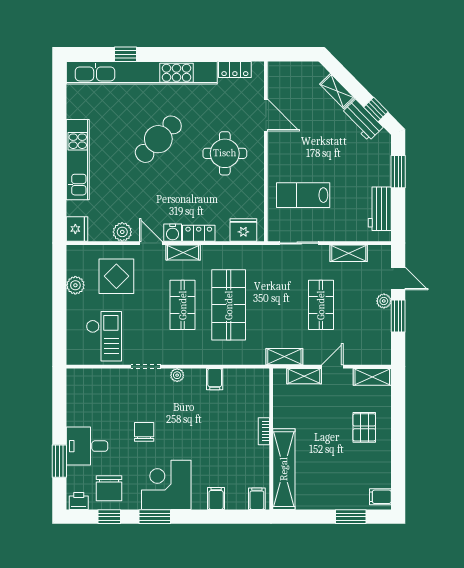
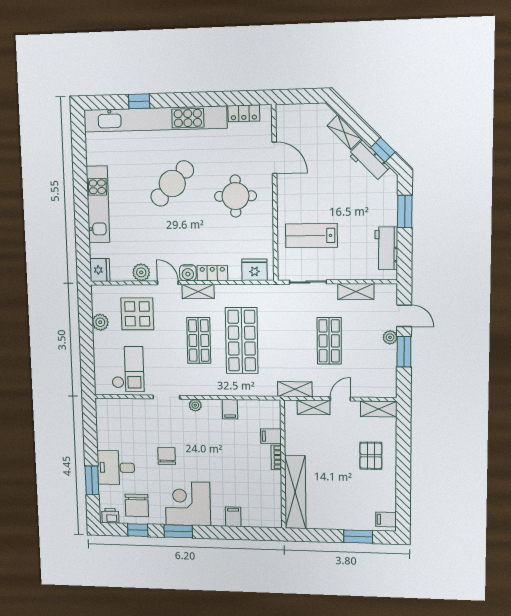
filing cabinet: (257, 499) -> (271, 436), moved, turned -90

